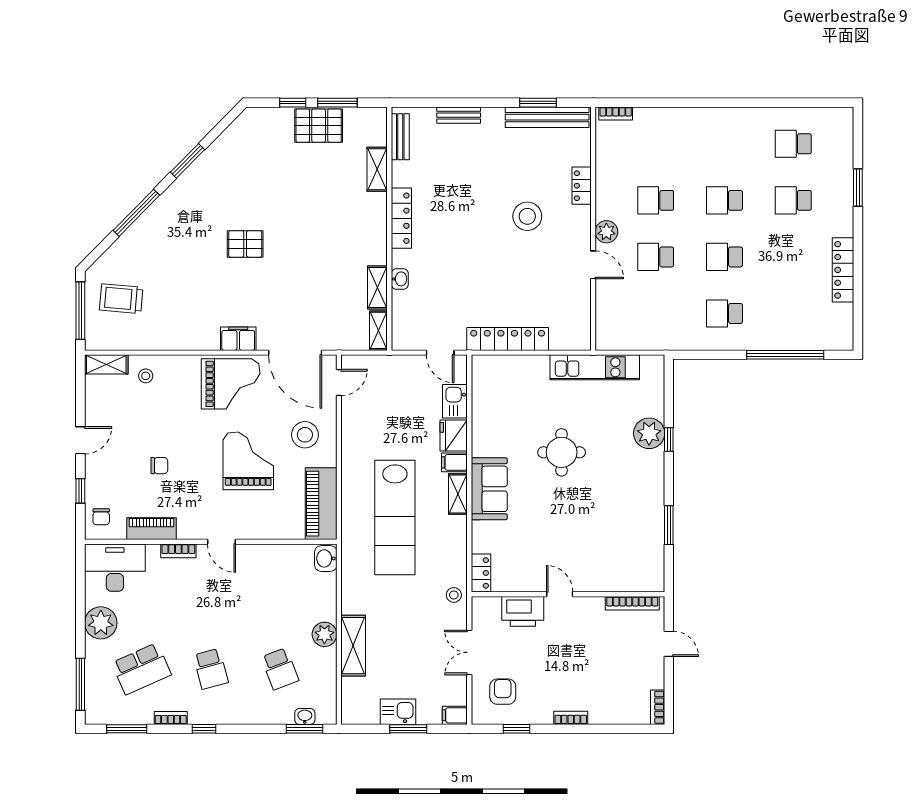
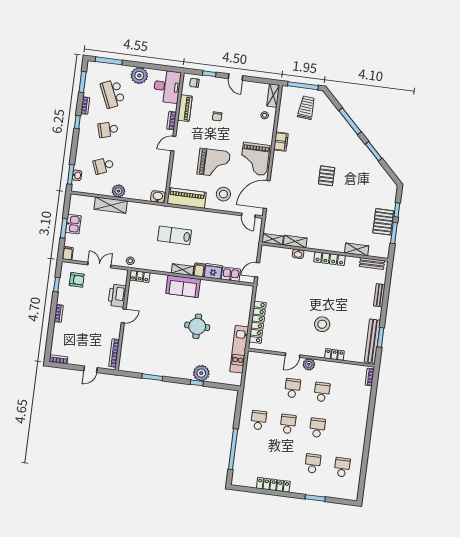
filing cabinet: (238, 339) -> (281, 142), moved
locker: (508, 339) -> (258, 322), moved
lab bench: (395, 517) -> (174, 235), width x0.54, depth x0.72

